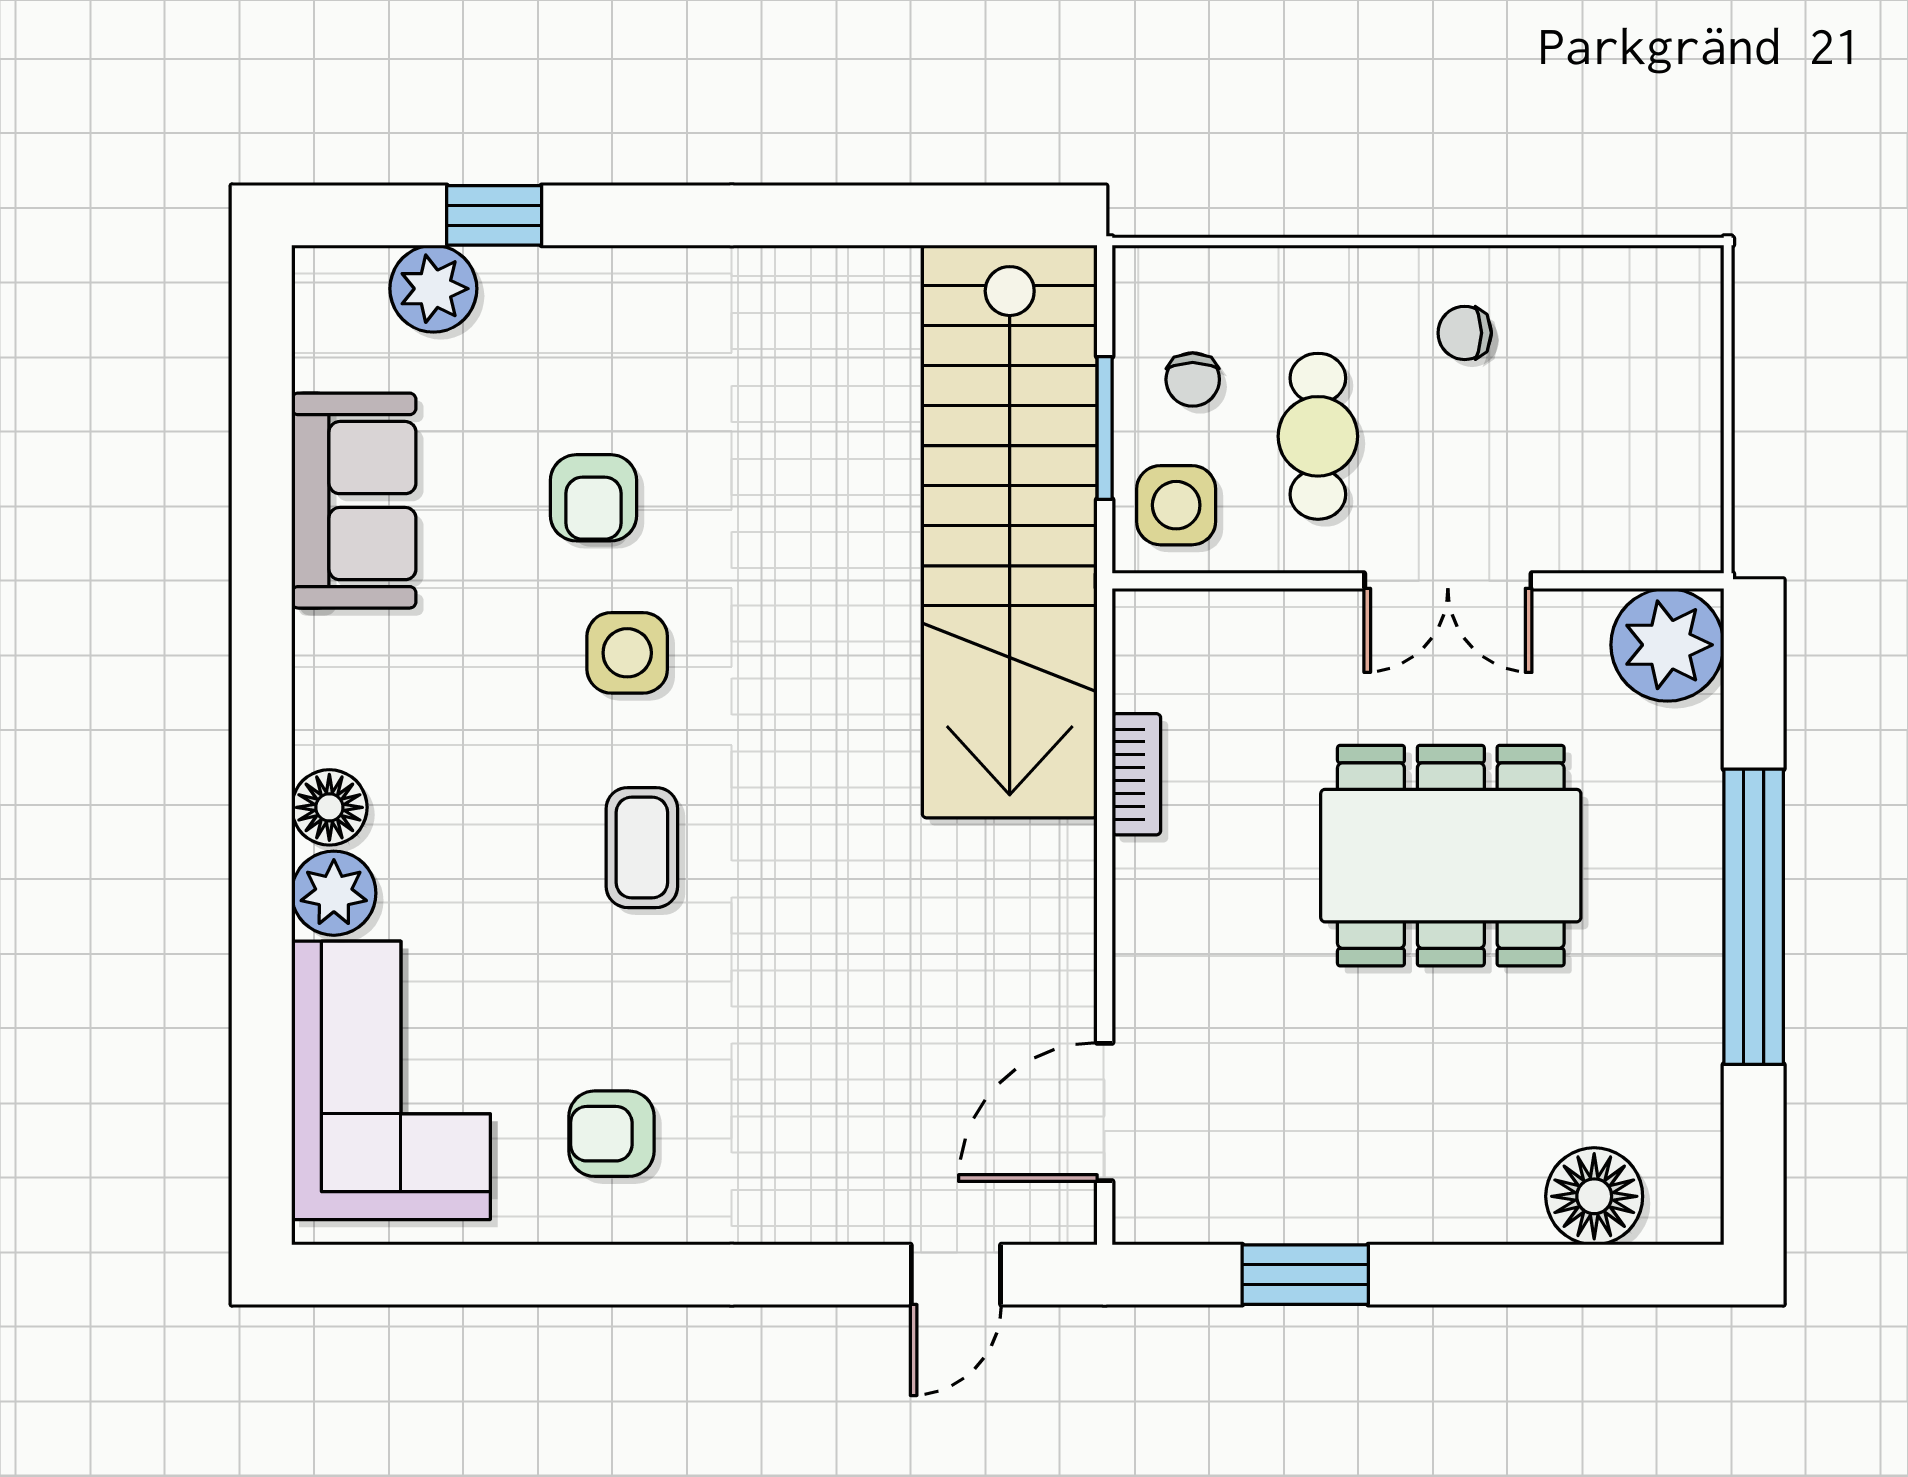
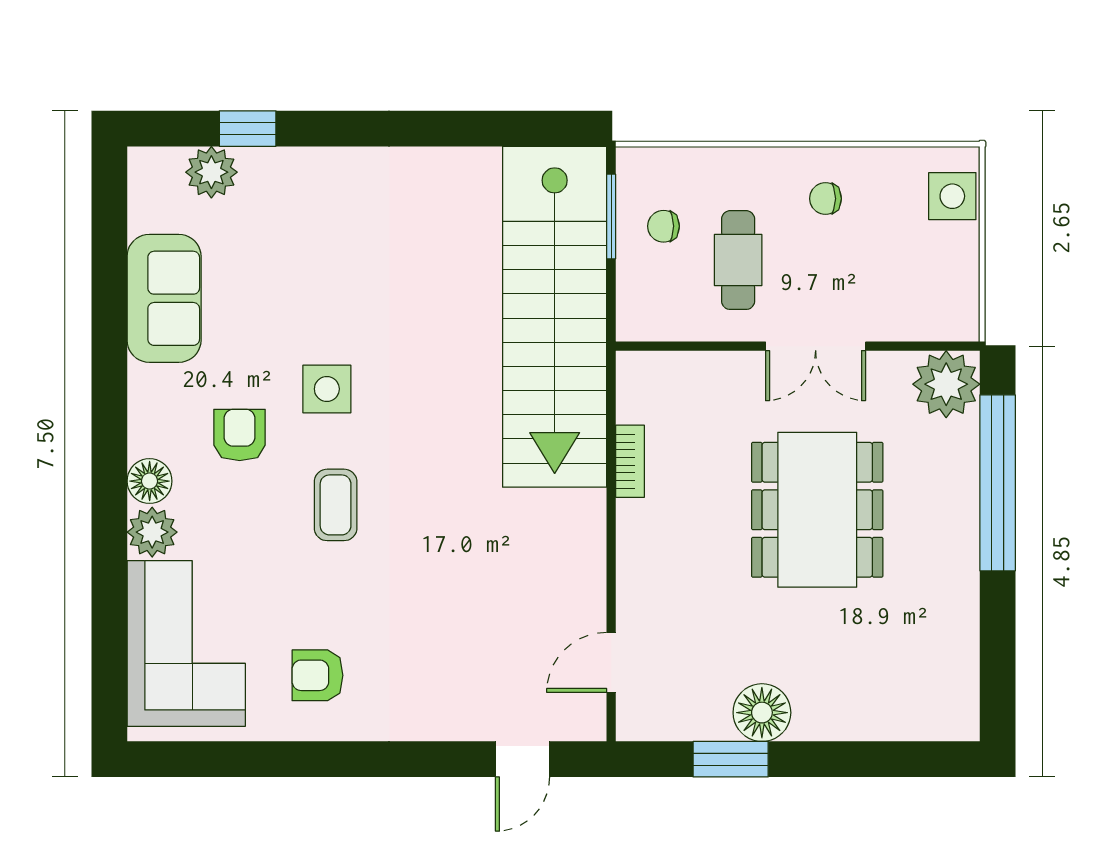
chair: (1193, 380) -> (664, 226), turned 90
window: (1105, 428) -> (611, 217), moved
armchair: (594, 498) -> (240, 435), moved, turned 180
side table: (1176, 505) -> (952, 196), moved
dining table: (1451, 856) -> (817, 510), turned 90
window: (1754, 917) -> (998, 483), moved
door: (1105, 1112) -> (611, 662), width x0.73
floor lamp: (1594, 1196) -> (762, 713), moved

